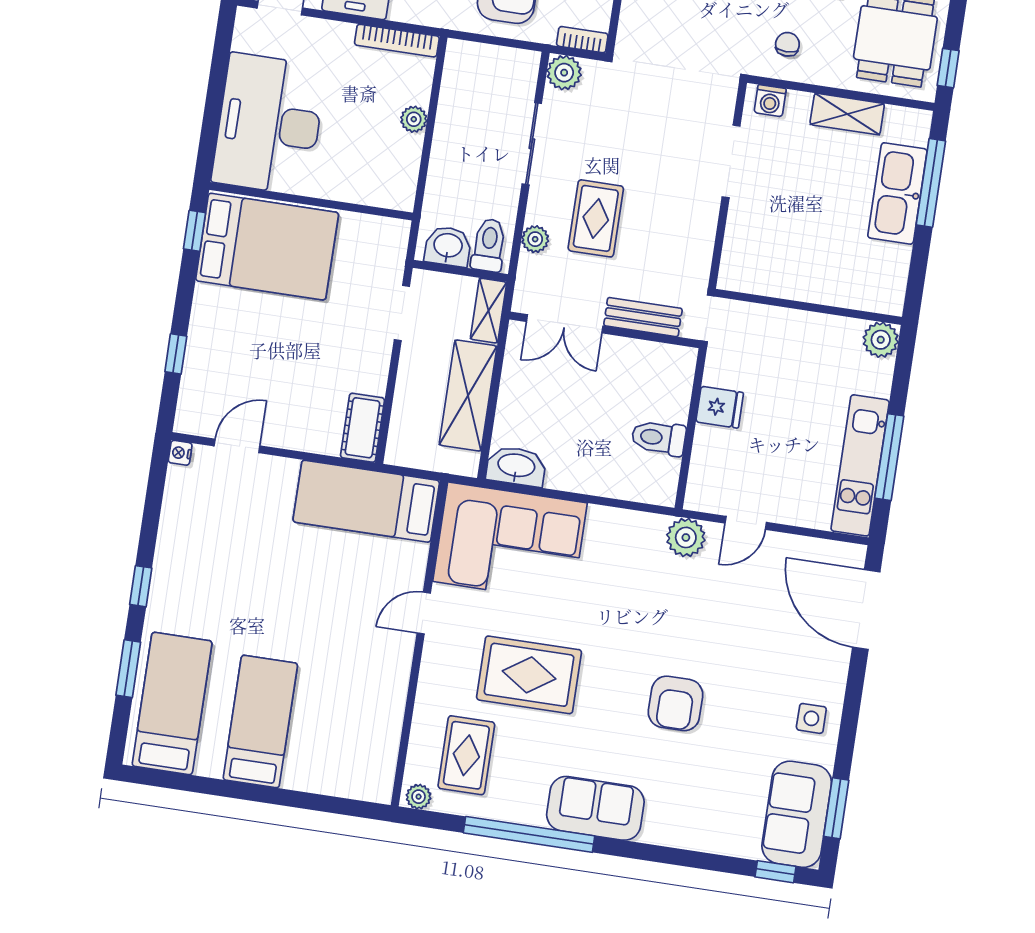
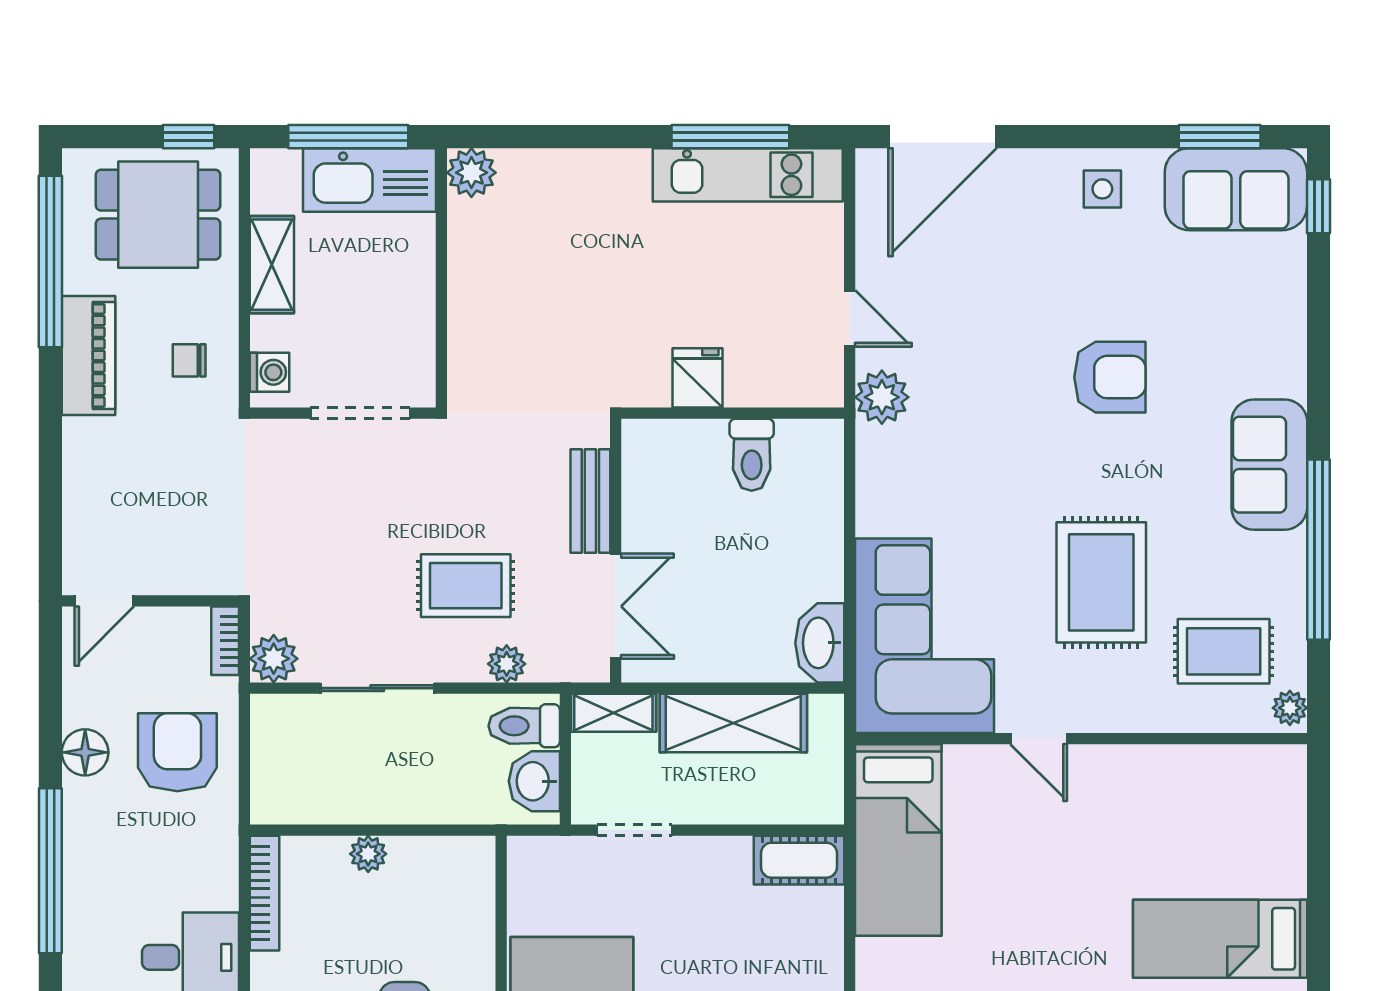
wall: (808, 307) -> (441, 278), moved
plant: (881, 340) -> (471, 173), moved

